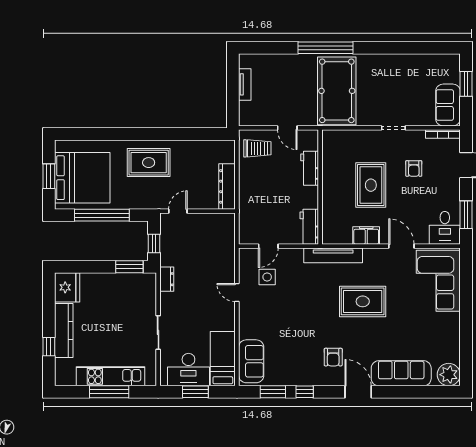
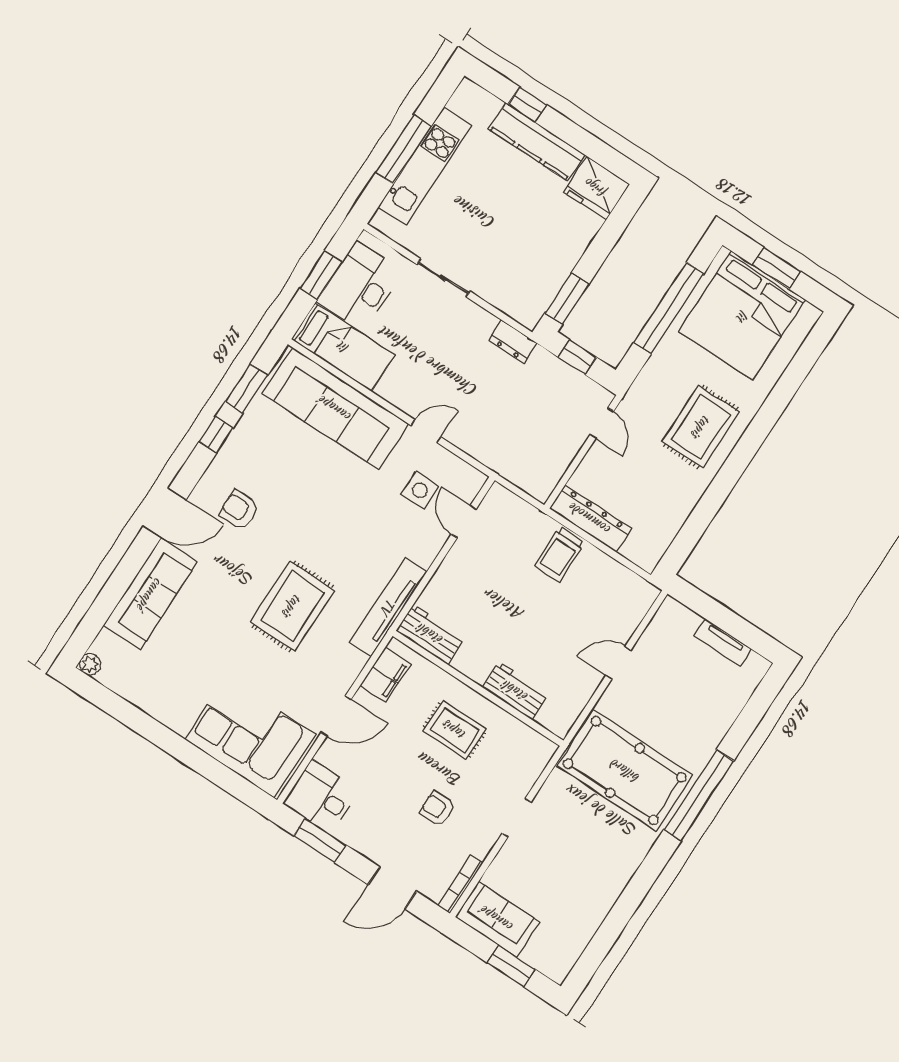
trolley: (257, 148) -> (560, 554), moved
workbench: (310, 168) -> (515, 691), moved
rug: (371, 185) -> (454, 730), width x0.73, depth x0.70
wall: (320, 187) -> (478, 688), moved
workbench: (309, 227) -> (430, 634), moved
sofa: (251, 361) -> (335, 409), width x1.85, depth x1.27
plant: (449, 375) -> (90, 664), width x0.53, depth x0.53

